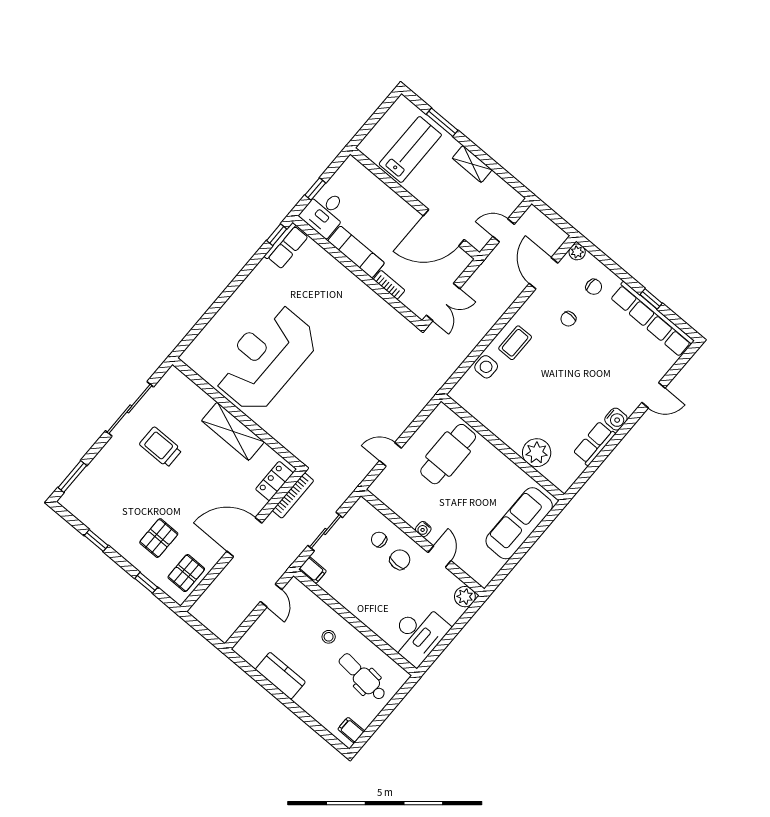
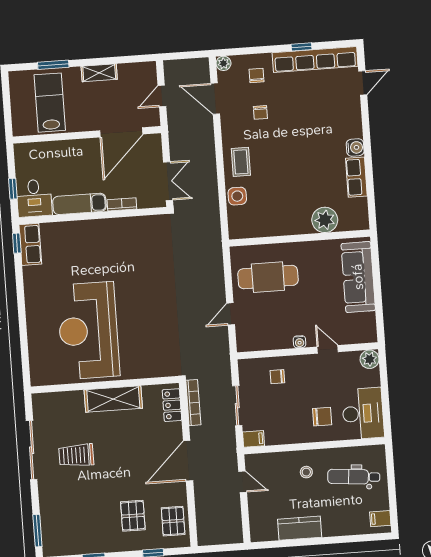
chair: (594, 287) -> (257, 75), turned -90
door: (654, 395) -> (363, 83), moved
cafe table: (448, 454) -> (268, 277), turned 90
chair: (400, 560) -> (322, 417), moved, turned 90

